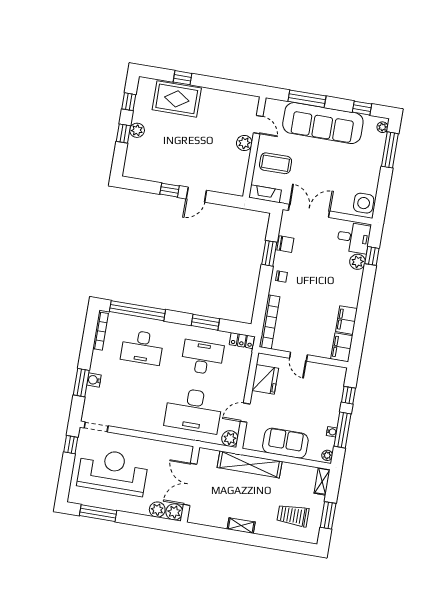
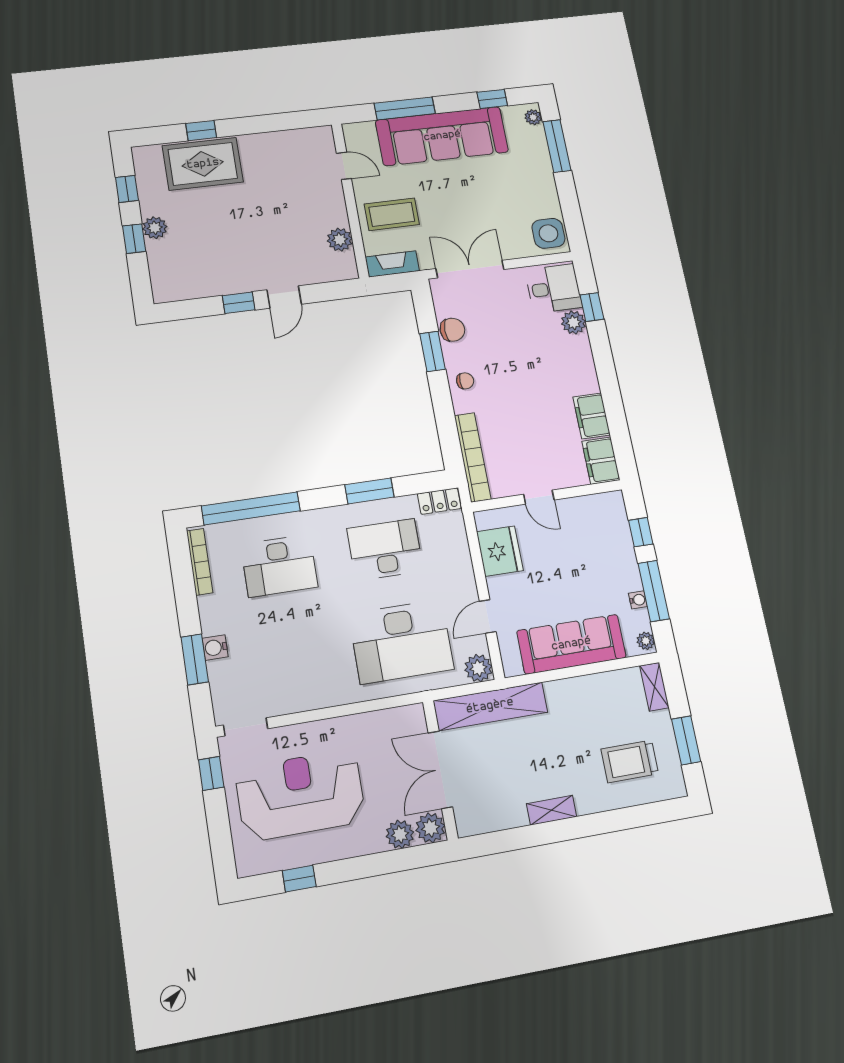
plant: (244, 143) -> (340, 240), moved
sofa: (285, 443) -> (571, 644), width x1.36
shelving: (250, 464) -> (490, 706), moved
window: (98, 513) -> (299, 879), width x0.46

